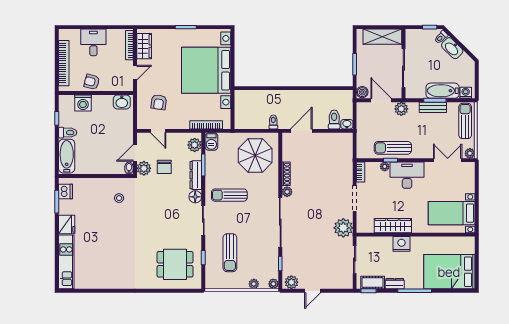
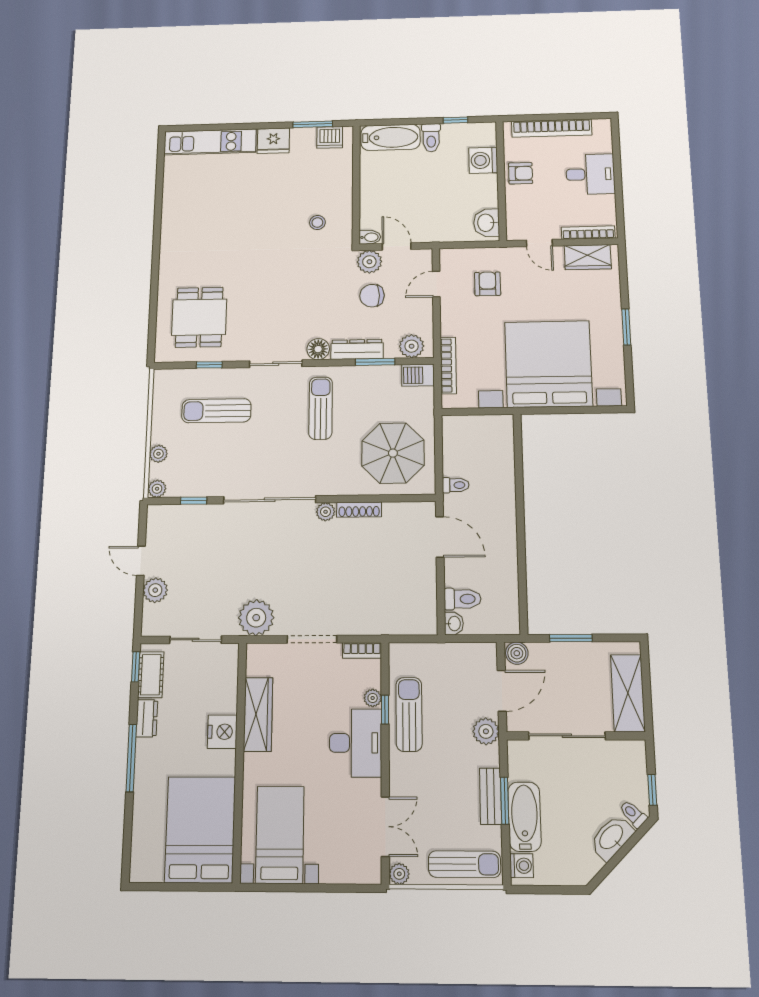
armchair: (92, 82) -> (520, 173), turned 75
armchair: (159, 102) -> (488, 284), turned 82
bed: (449, 272) -> (200, 829), moved
plant: (291, 282) -> (155, 590), moved

